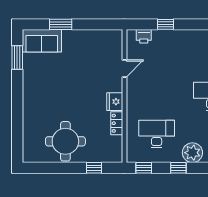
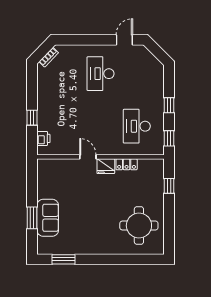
sofa: (42, 41) -> (48, 218), moved
door: (124, 68) -> (88, 157), moved
round table: (65, 141) -> (139, 226), moved
plant: (192, 153) -> (155, 92), removed

